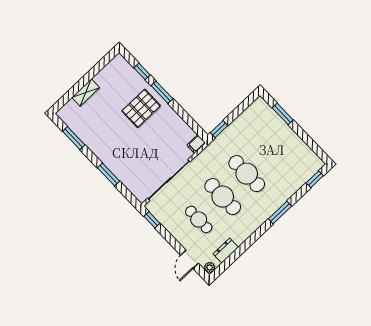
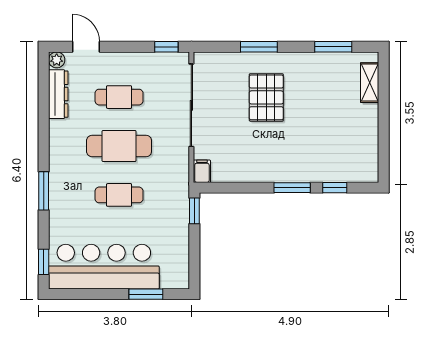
shelving: (86, 92) -> (370, 83), moved
pallet: (141, 108) -> (266, 97), moved
bar counter: (289, 147) -> (104, 267), added
cafe table: (247, 174) -> (119, 195), width x0.73, depth x0.74
dresser: (226, 251) -> (58, 94), width x1.44

